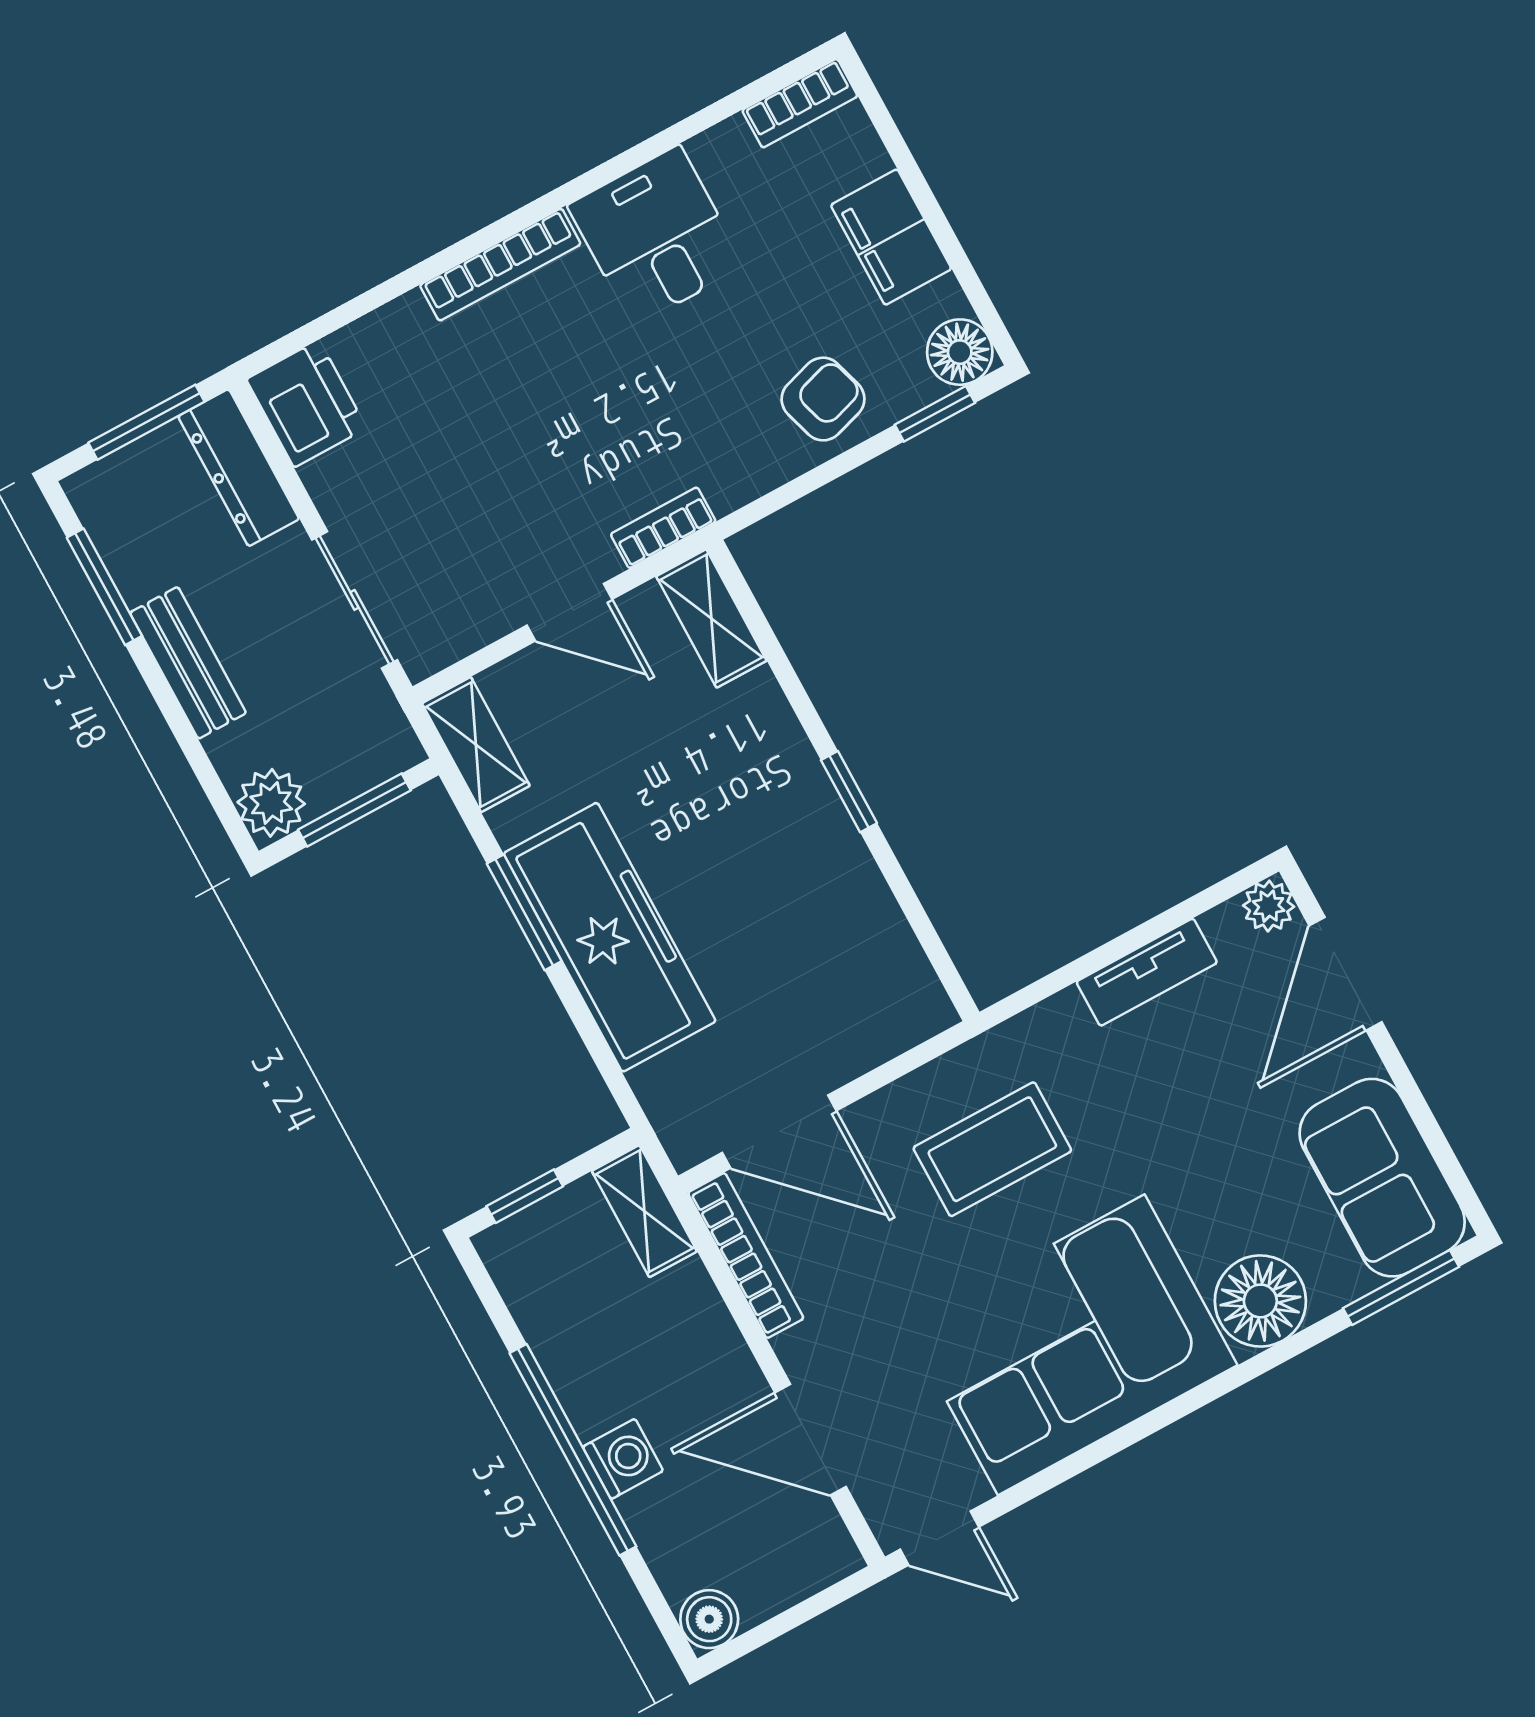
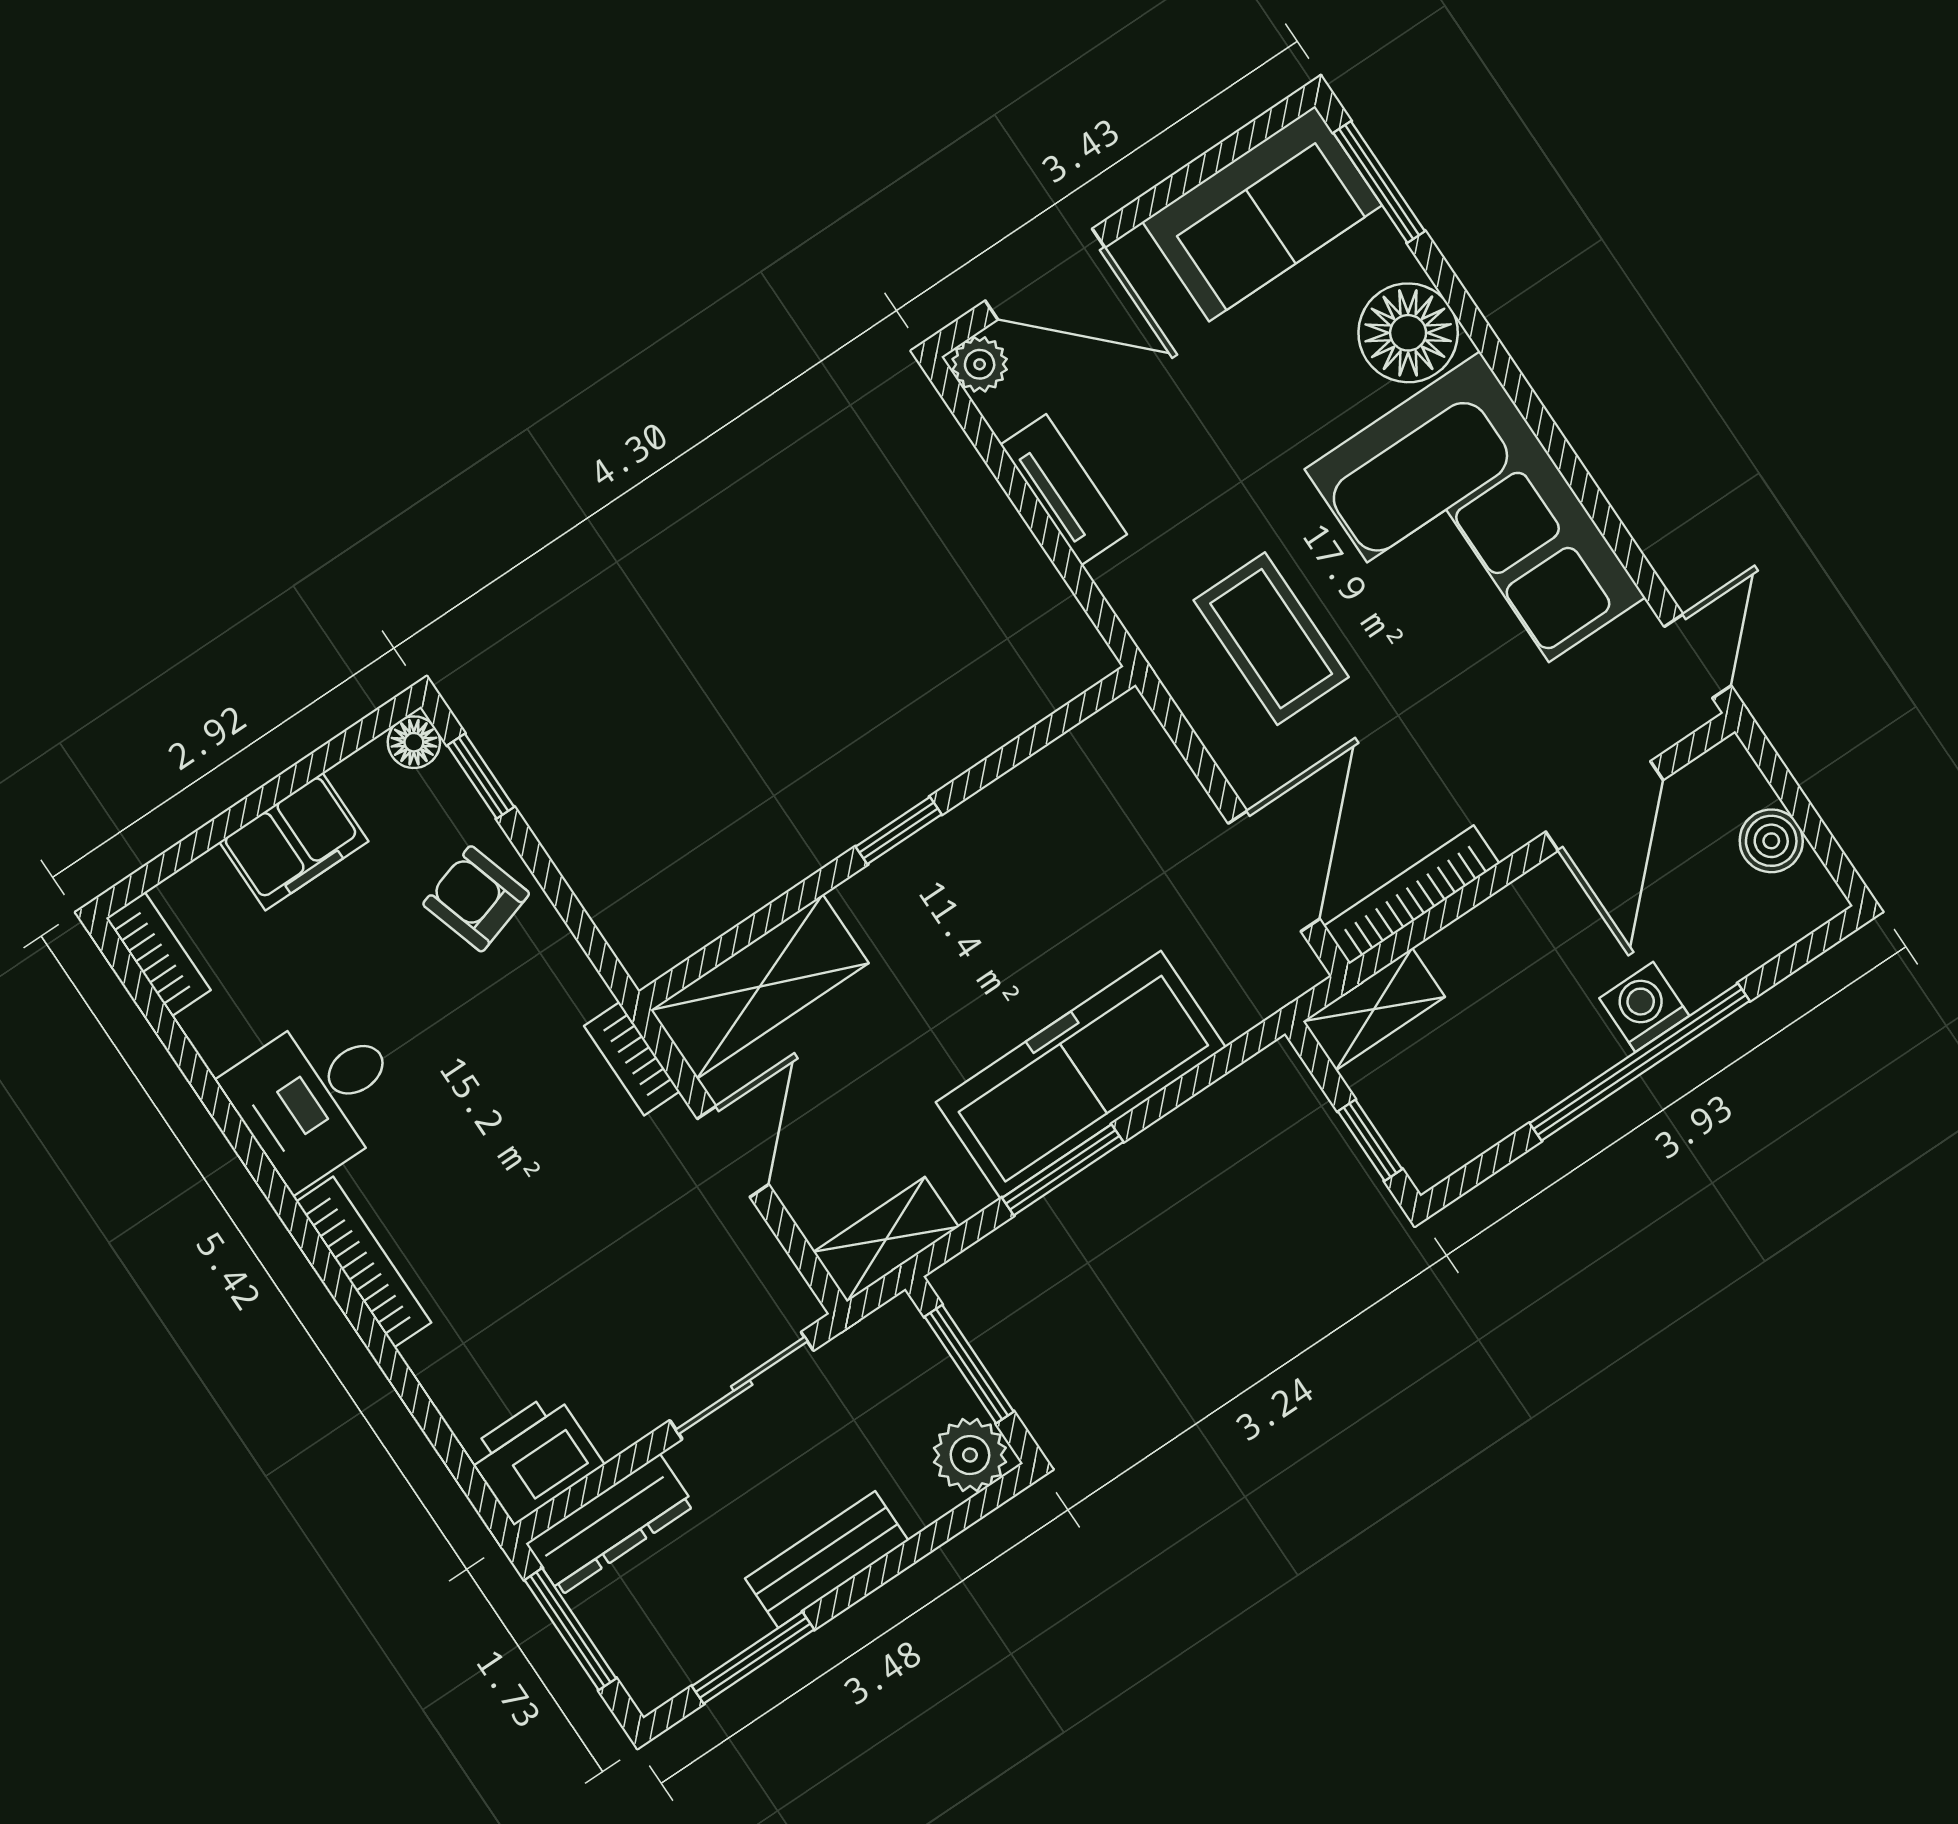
floor lamp: (960, 352) -> (414, 742), width x0.73, depth x0.73
shelving: (711, 619) -> (760, 987), width x1.50, depth x1.33
boiler: (709, 1619) -> (1771, 841), moved

